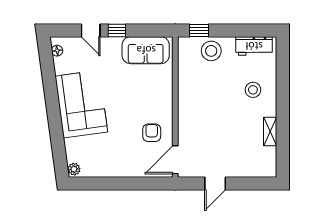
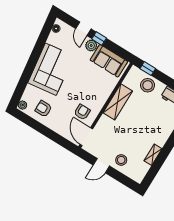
plant: (113, 45) -> (91, 46), added
stool: (253, 90) -> (121, 160), moved
shelving: (187, 94) -> (118, 102), added
armchair: (102, 158) -> (43, 109), added
door: (175, 160) -> (86, 137), hinge flipped

